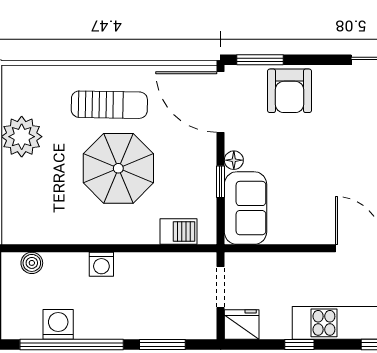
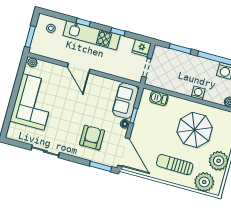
plant: (39, 85) -> (204, 182), added
armchair: (290, 91) -> (92, 138), moved
parasol: (118, 168) -> (195, 130), moved

